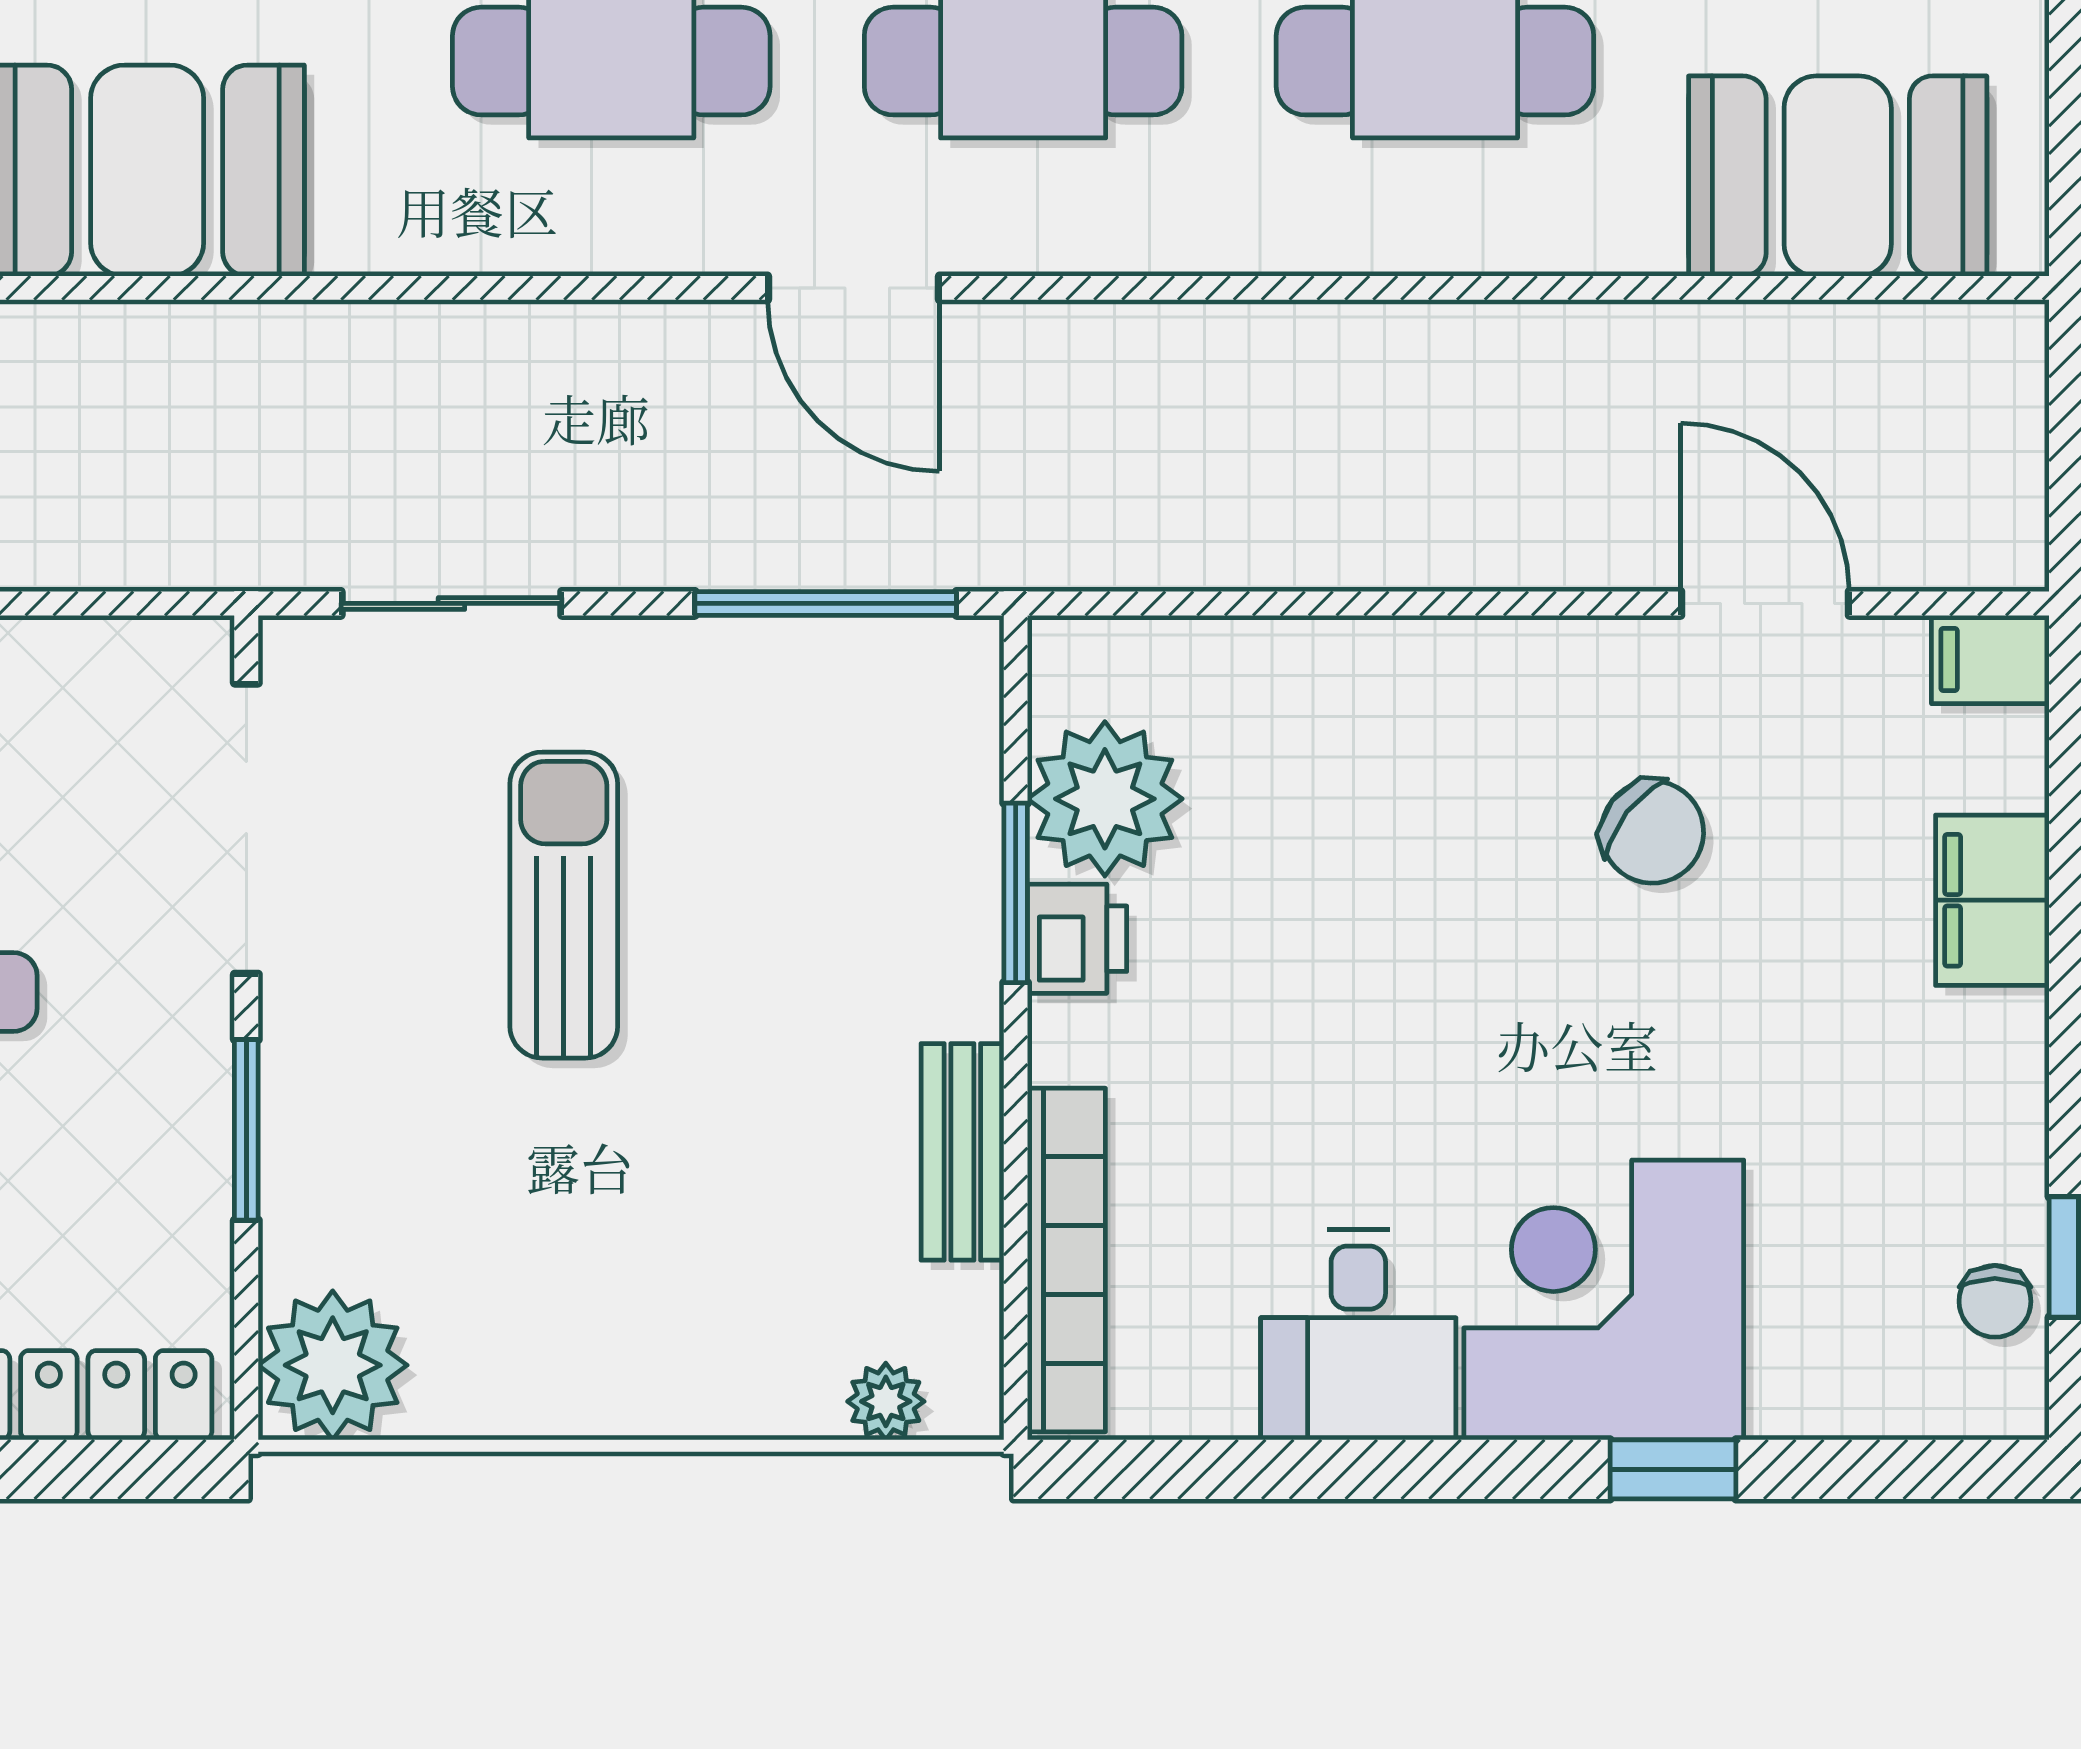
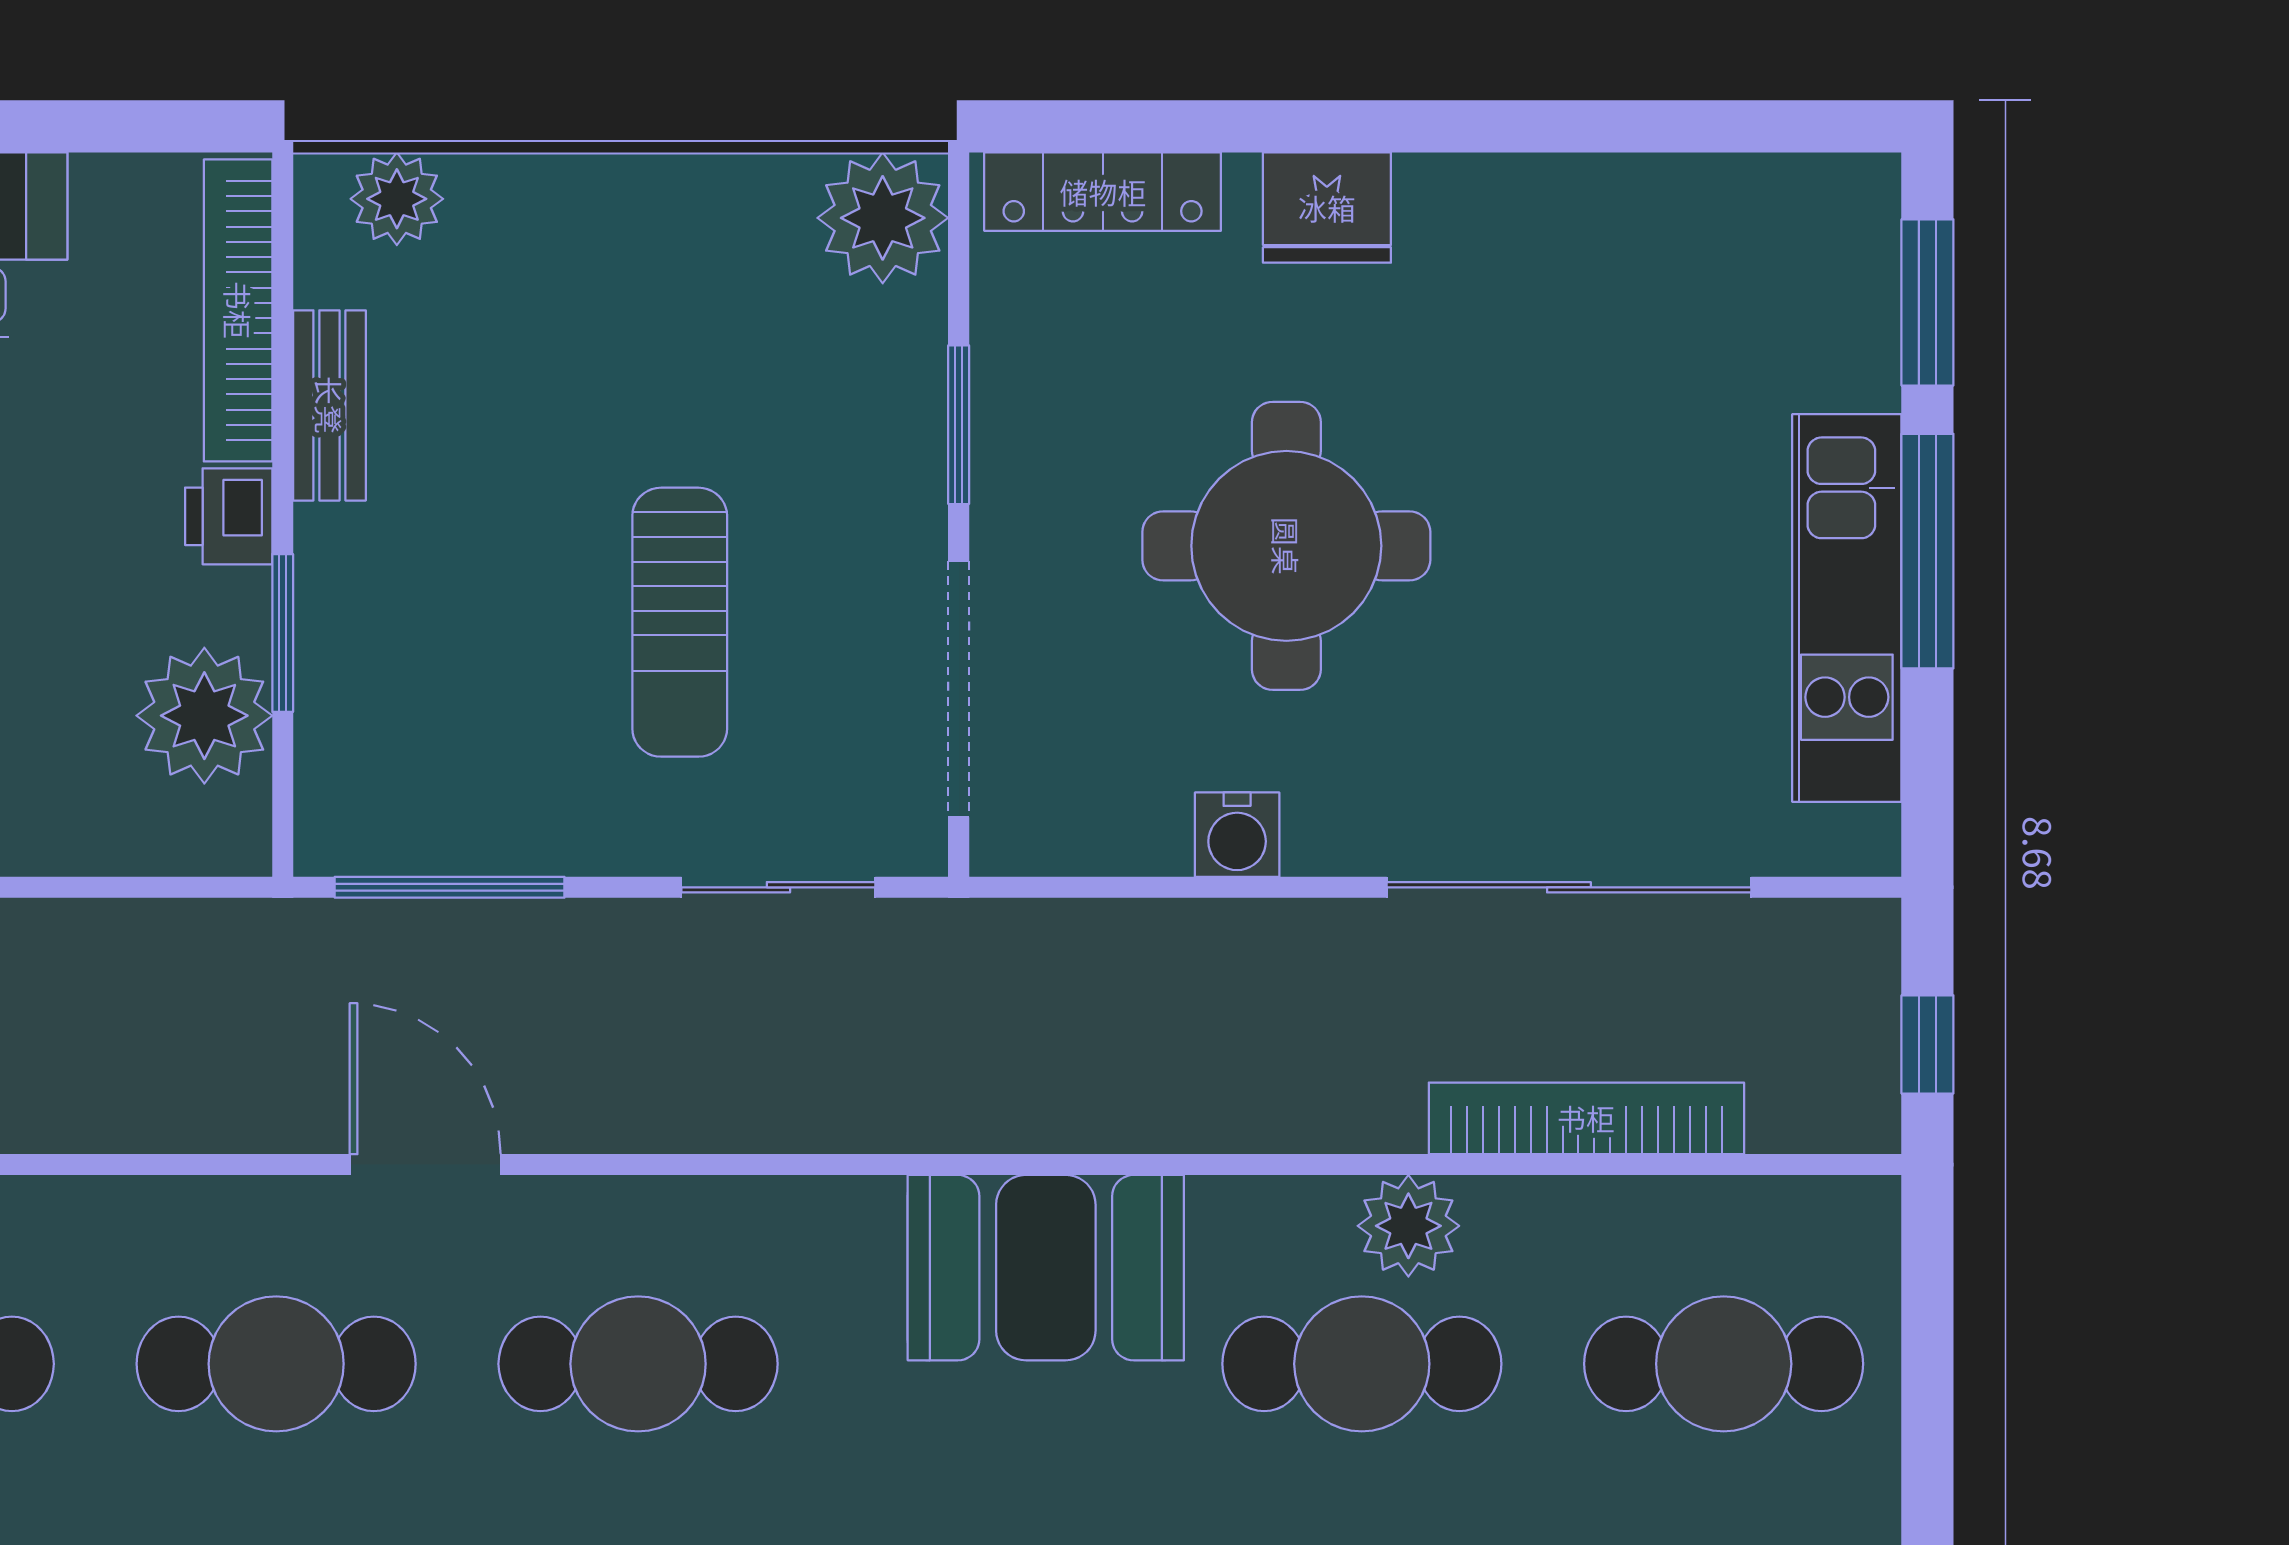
printer: (1077, 939) -> (229, 516), moved
plant: (886, 1401) -> (397, 199), width x1.38, depth x1.38

